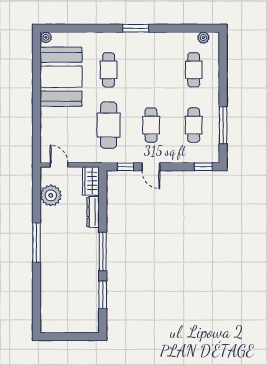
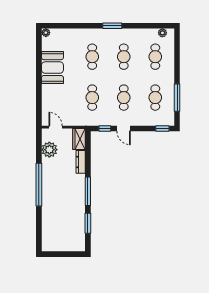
cafe table: (151, 70) -> (124, 57), added
booth: (61, 77) -> (52, 68), width x0.73, depth x0.70
cafe table: (109, 125) -> (92, 98), width x0.73, depth x0.74
window: (37, 243) -> (39, 185), width x1.46

